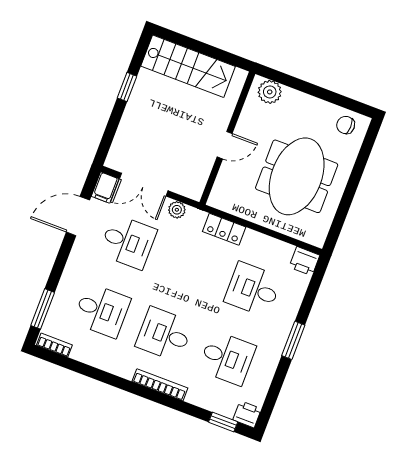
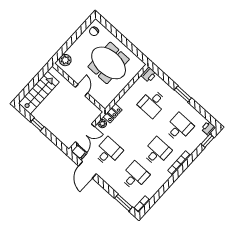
locker: (224, 229) -> (113, 113), moved
desk: (164, 334) -> (157, 152), turned 180

